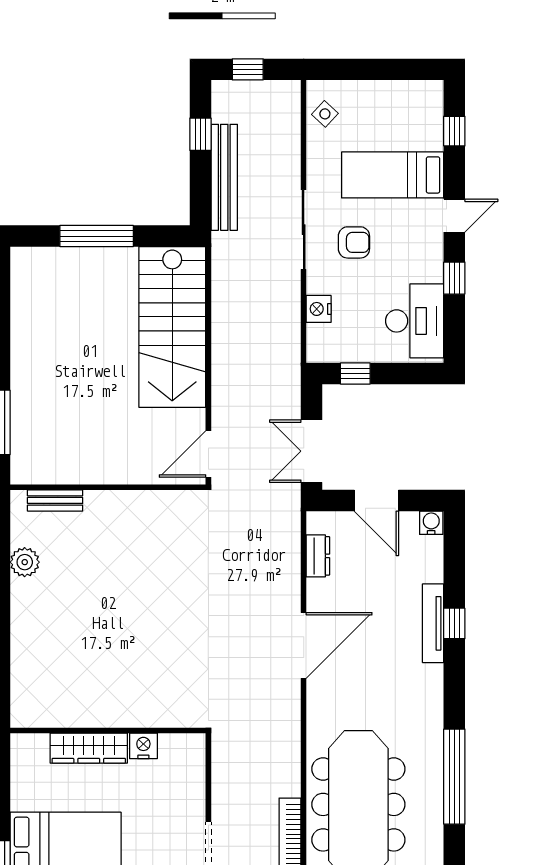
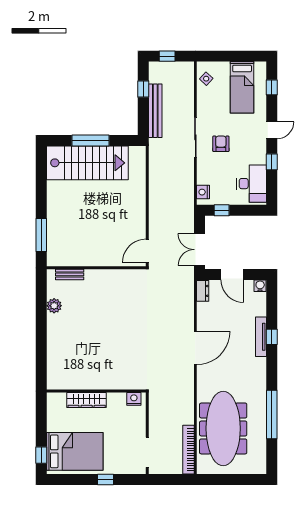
bed: (393, 175) -> (242, 87), moved, turned -90
armchair: (354, 242) -> (221, 144), turned -90
nightstand: (319, 309) -> (203, 192), moved
stairs: (172, 327) -> (87, 163), moved, turned -90
dresser: (318, 556) -> (203, 291), moved
nightstand: (143, 746) -> (134, 399), moved

